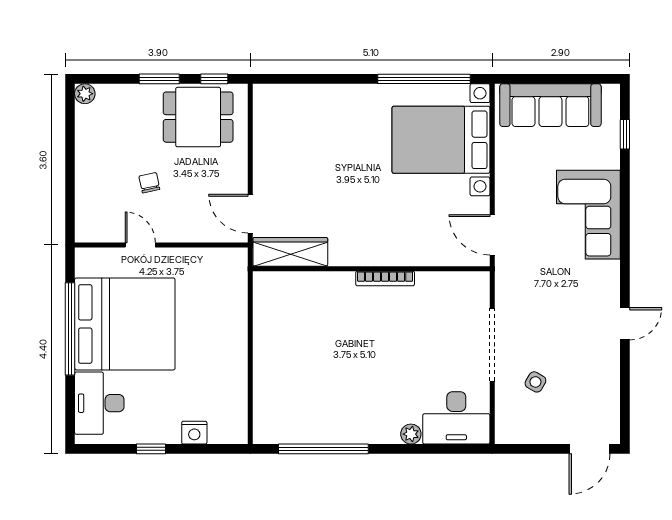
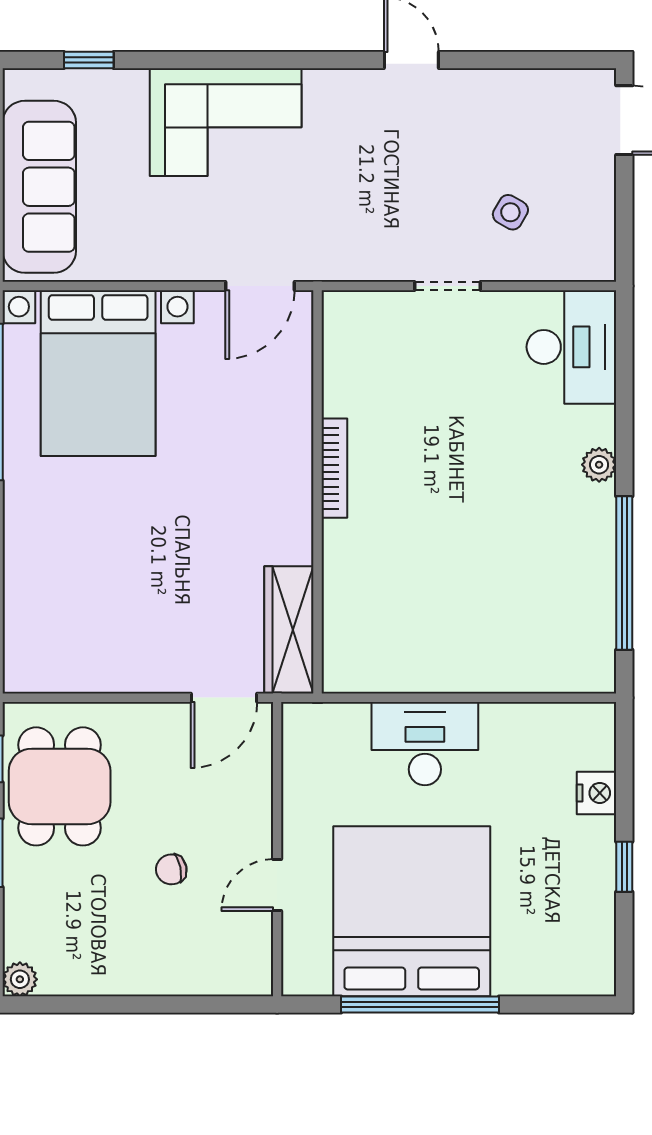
doorway: (492, 345) -> (447, 286), width x0.53
desk: (99, 403) -> (425, 744), moved, turned 180
plant: (411, 434) -> (599, 465), moved

